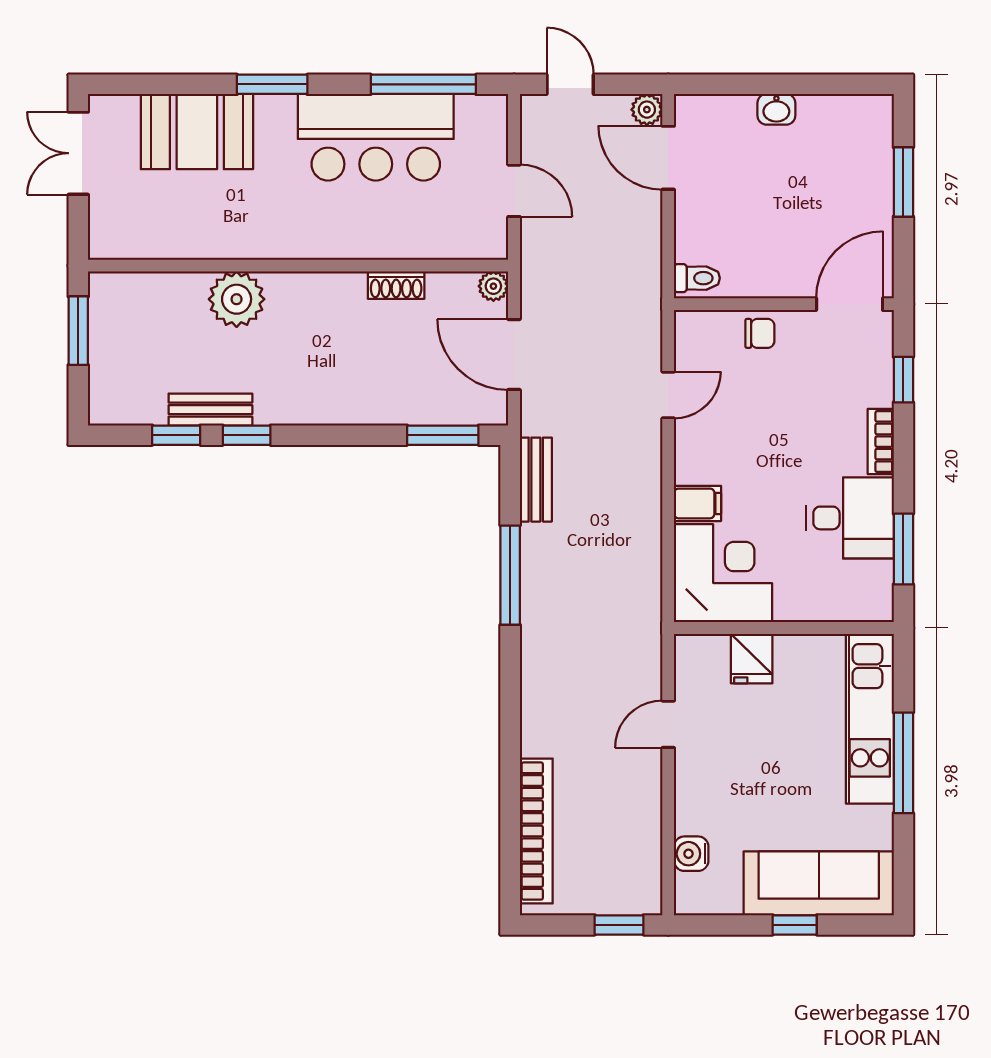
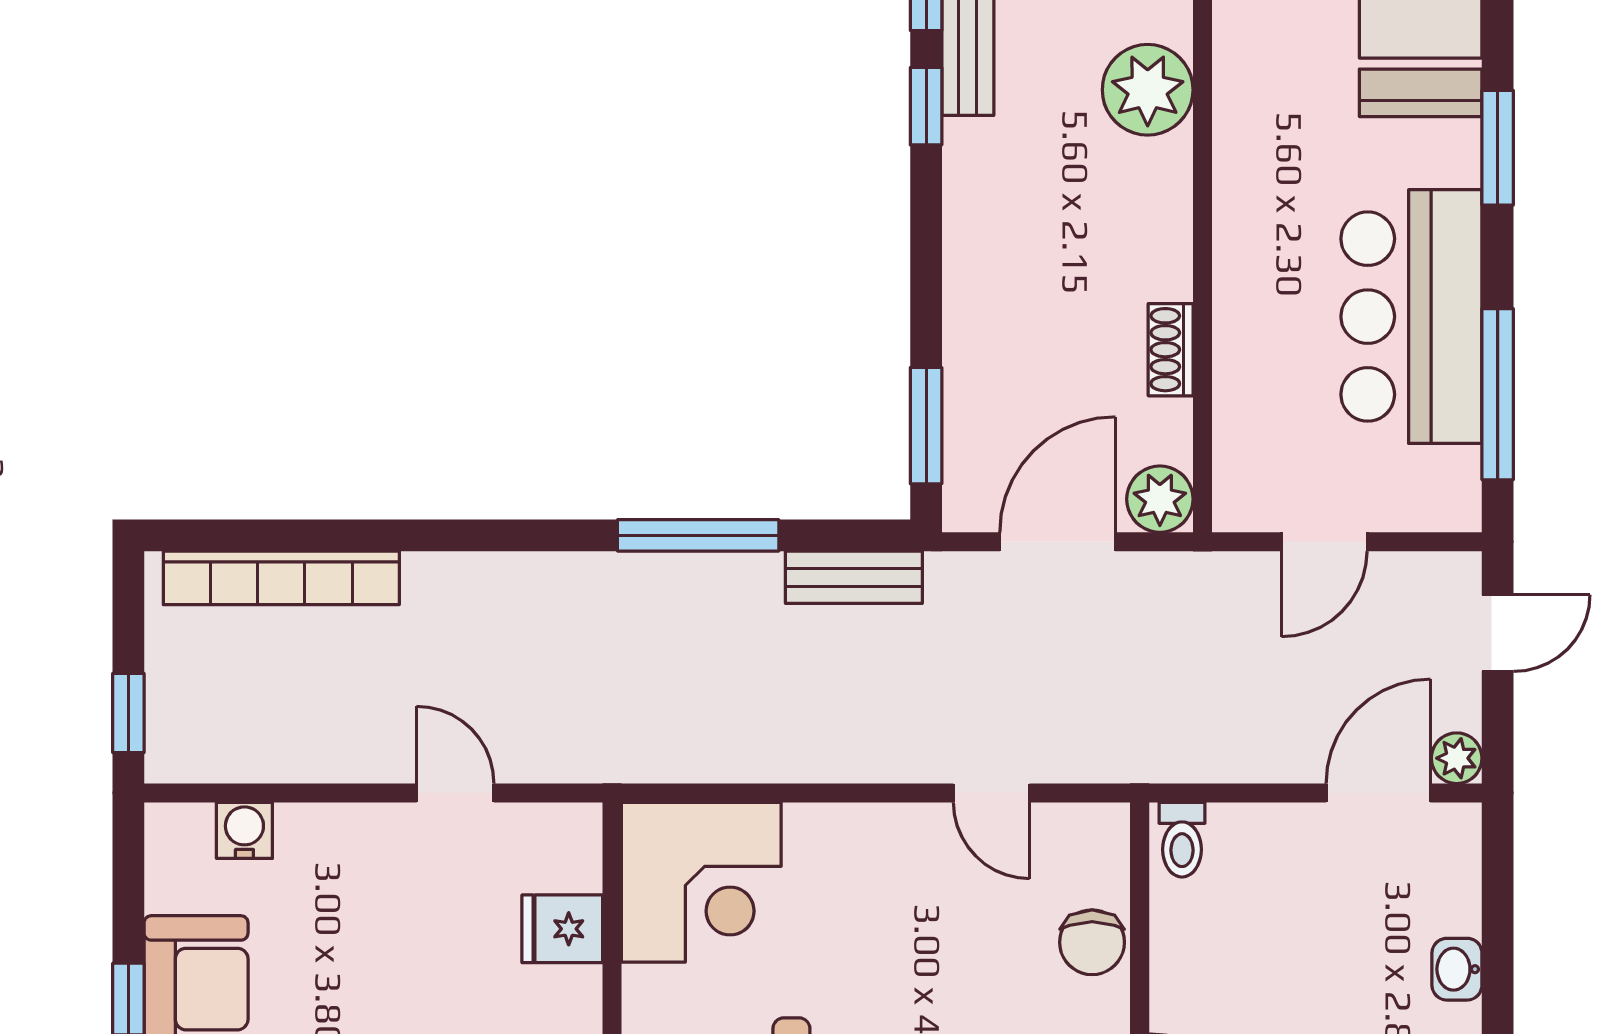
plant: (493, 286) -> (1160, 499), width x1.38, depth x1.38
chair: (760, 333) -> (1092, 942), width x1.37, depth x1.37
filing cabinet: (698, 503) -> (815, 841), removed

